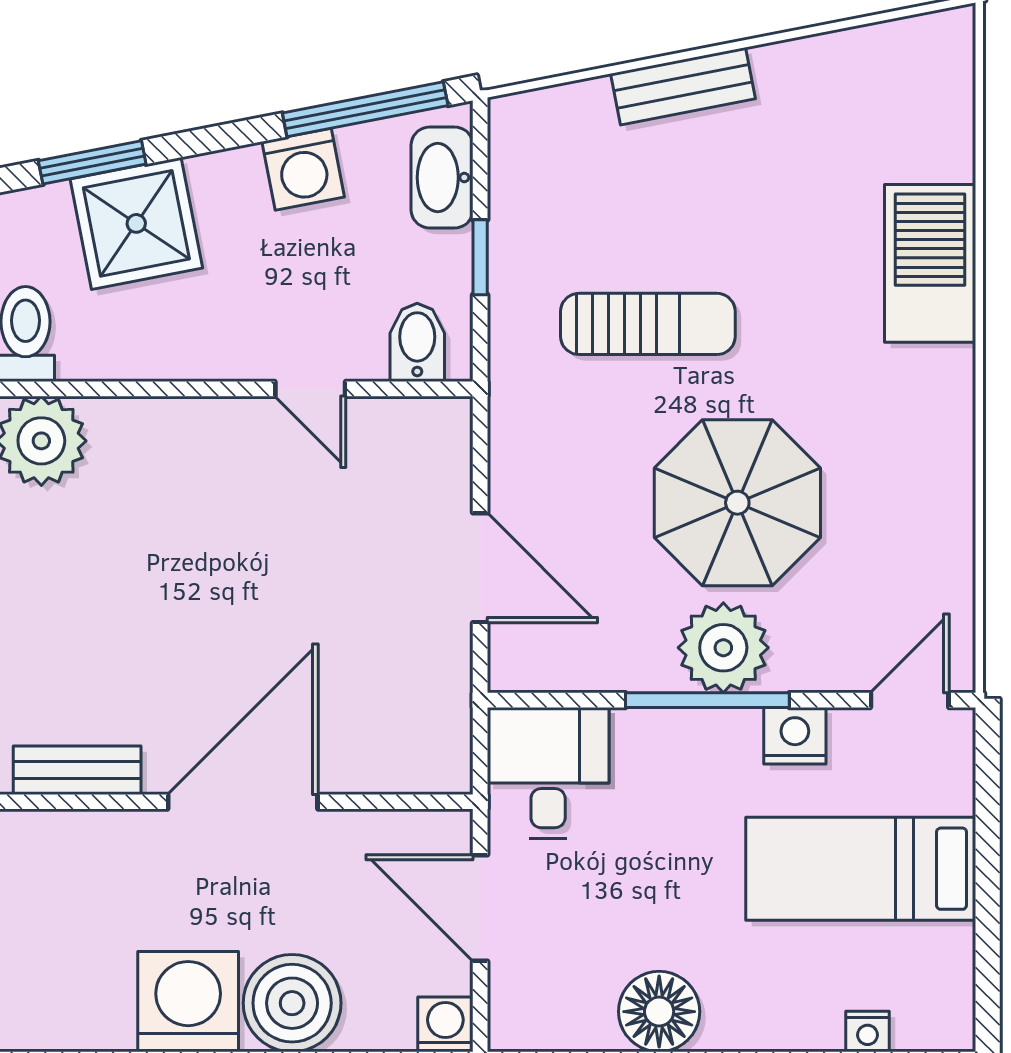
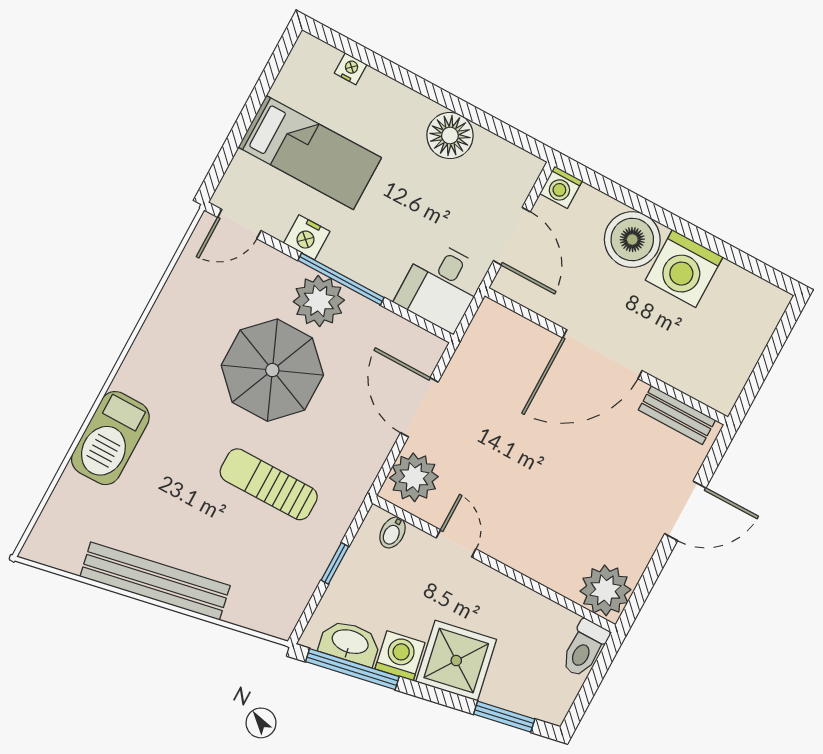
bench: (683, 86) -> (155, 581), width x1.86, depth x1.21
washbasin: (442, 178) -> (350, 643), moved, turned -101
shower: (136, 223) -> (456, 661), moved
bidet: (417, 342) -> (393, 532), width x0.72, depth x0.74
plant: (430, 455) -> (414, 477), added

